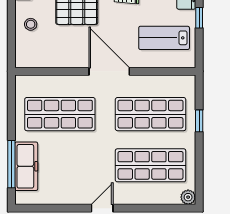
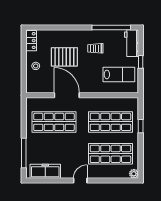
lab bench: (164, 38) -> (119, 74), turned 180
door: (109, 71) -> (67, 95), moved
freezer: (26, 166) -> (45, 171), moved, turned -90

